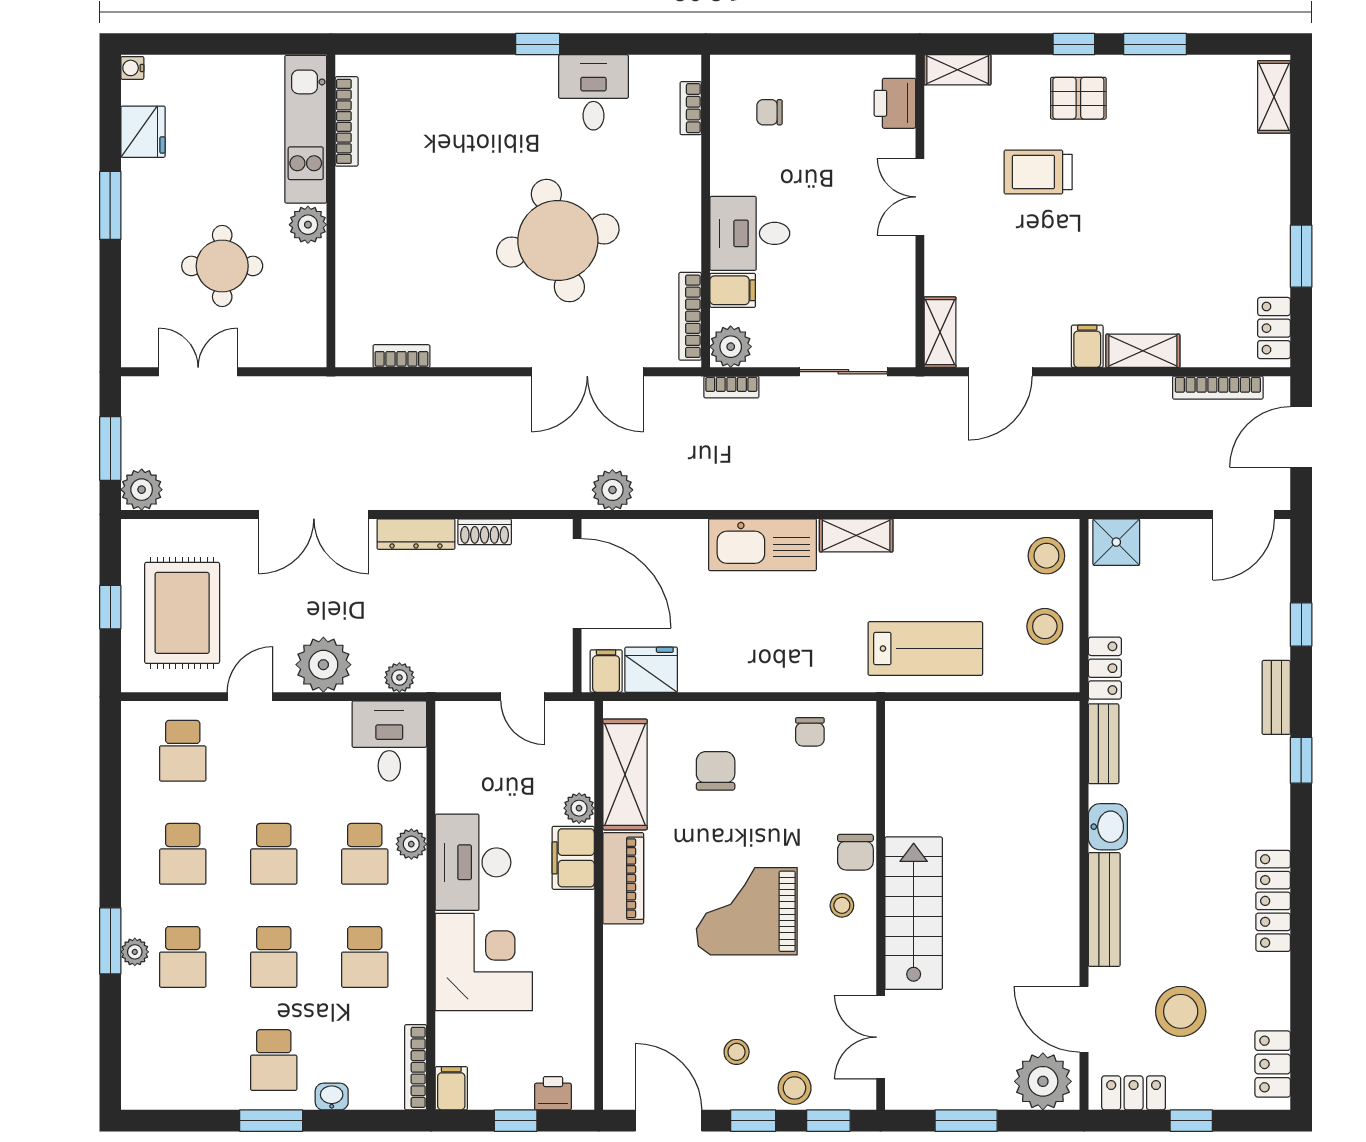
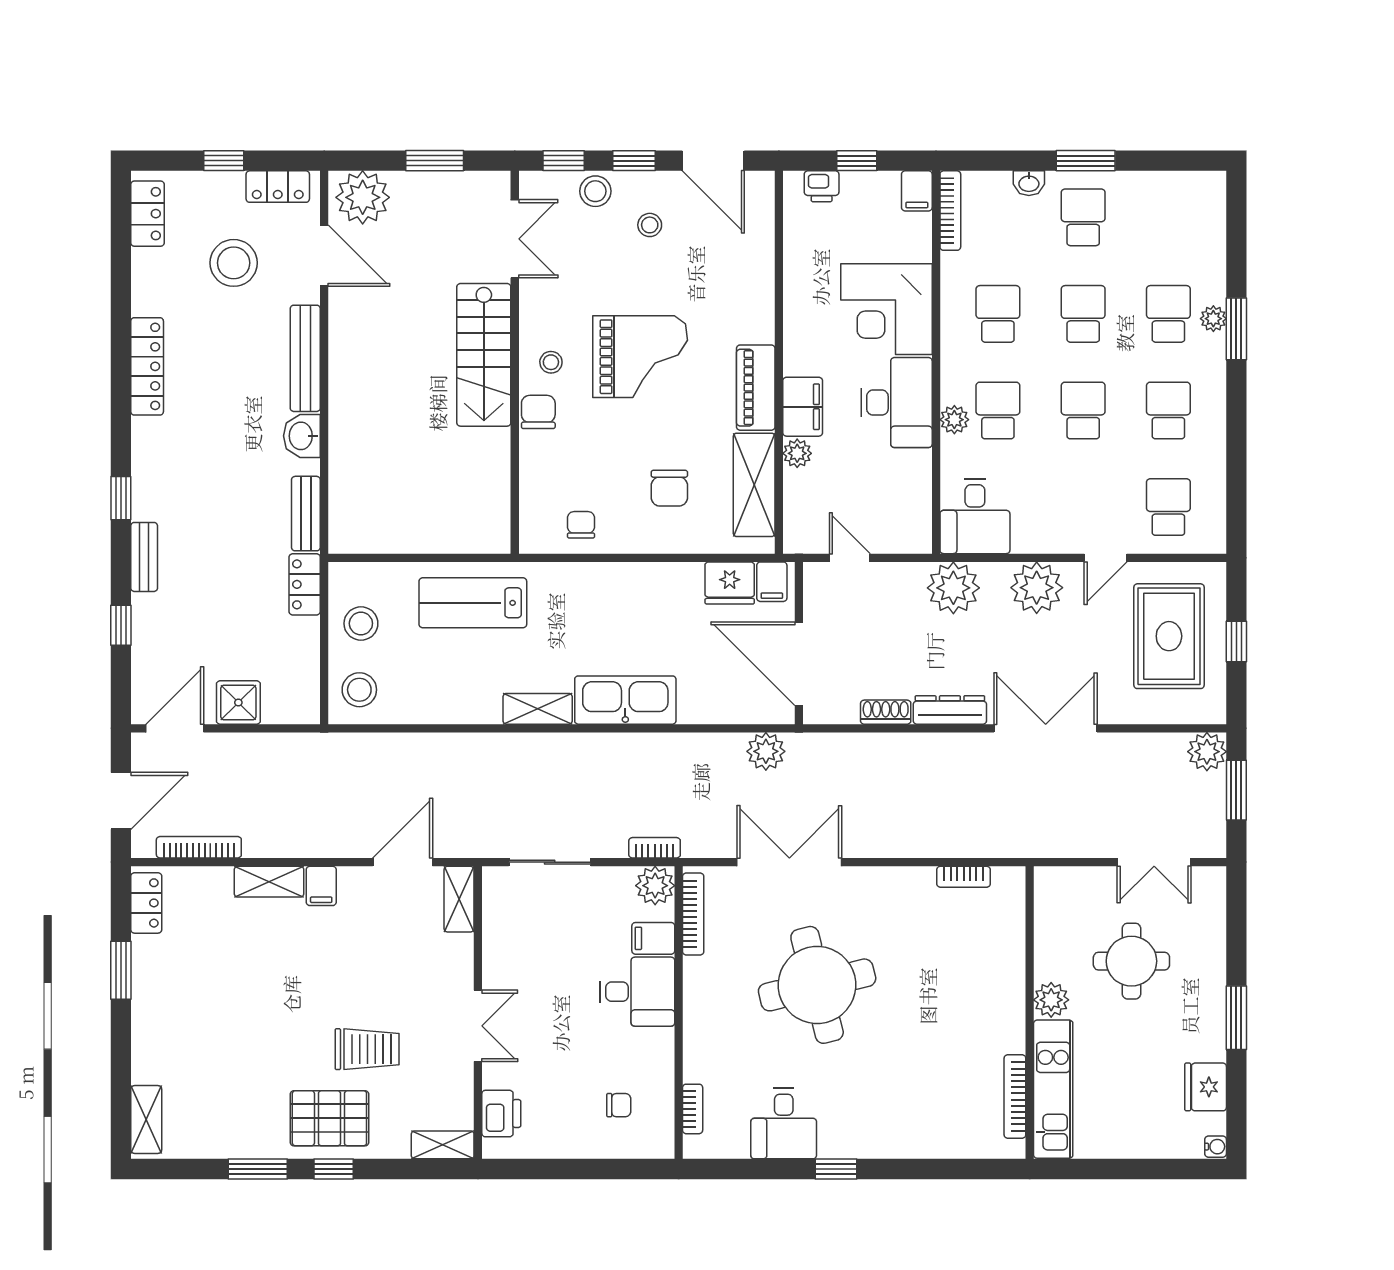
pallet: (1078, 98) -> (329, 1118), width x1.50, depth x1.42
shower: (1116, 542) -> (238, 703), moved
plant: (399, 677) -> (953, 588), width x1.87, depth x1.87

